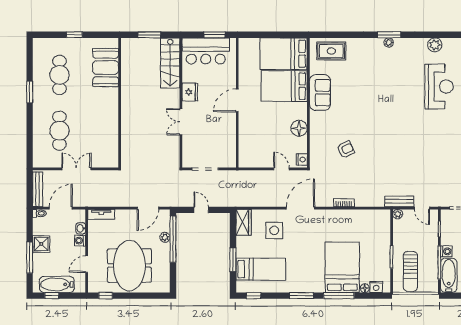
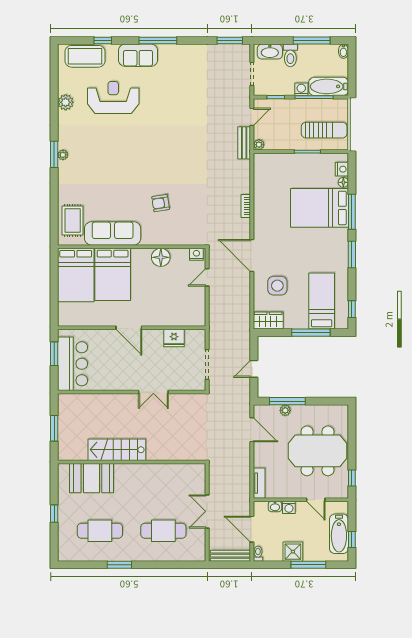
stairs: (170, 63) -> (117, 450), moved, turned 180
fridge: (190, 92) -> (174, 338), moved, turned 180
sofa: (320, 93) -> (113, 233), width x1.36
armchair: (346, 150) -> (161, 203), moved, turned -74
window: (173, 239) -> (287, 401), width x0.68
window: (233, 260) -> (311, 333), width x1.44

